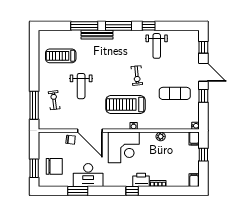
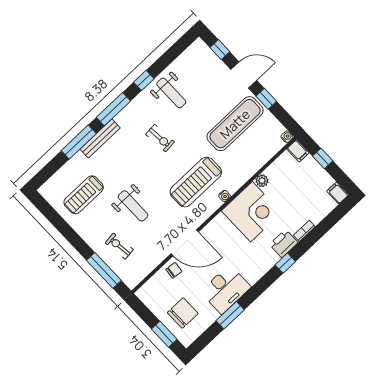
exercise bike: (137, 76) -> (160, 138), moved
exercise mat: (175, 93) -> (235, 124), width x1.36, depth x1.45
corner desk: (124, 147) -> (251, 212), moved

